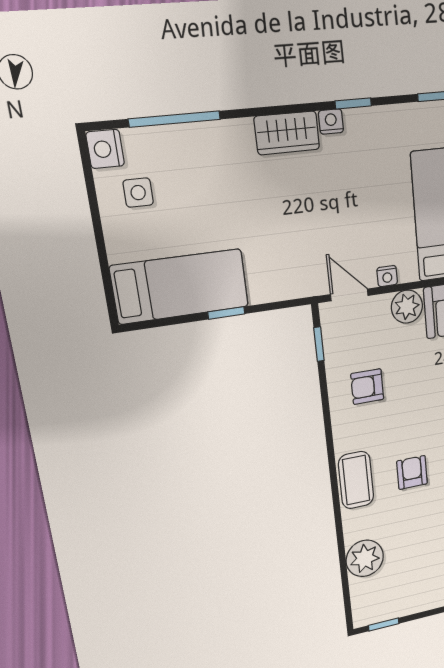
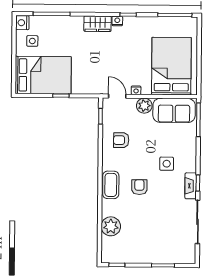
bed: (180, 286) -> (43, 75), width x1.50

